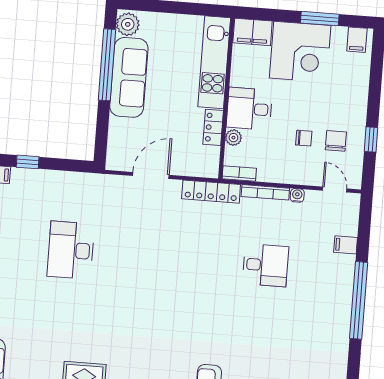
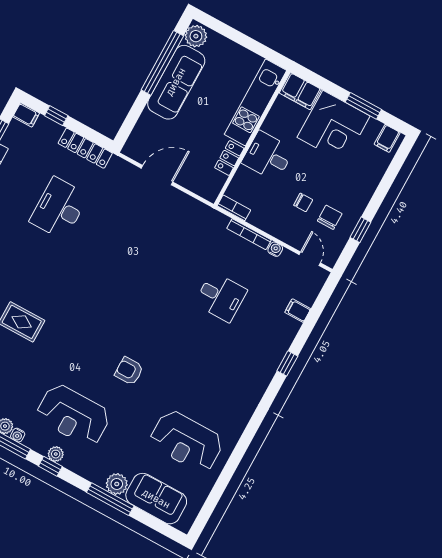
plant: (233, 138) -> (243, 175), removed
locker: (211, 192) -> (85, 148), moved
window: (359, 300) -> (287, 363), width x0.32

